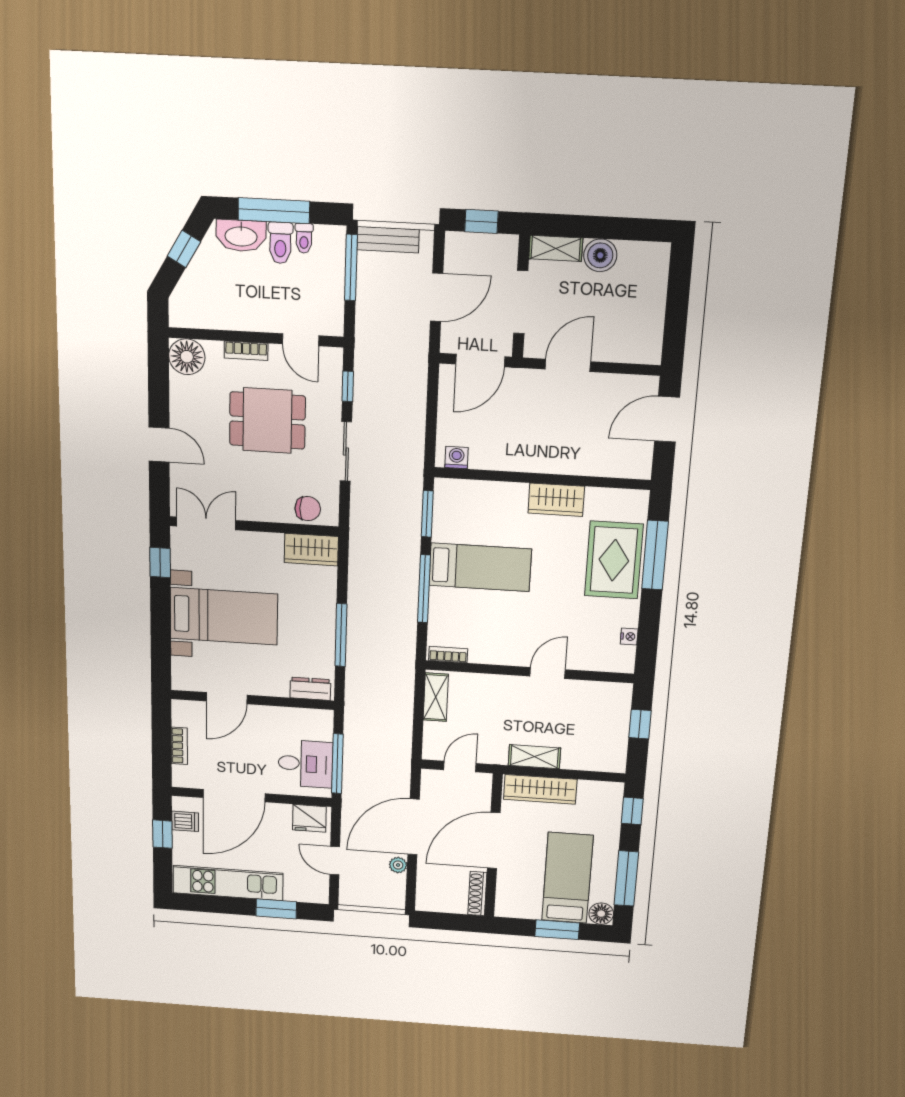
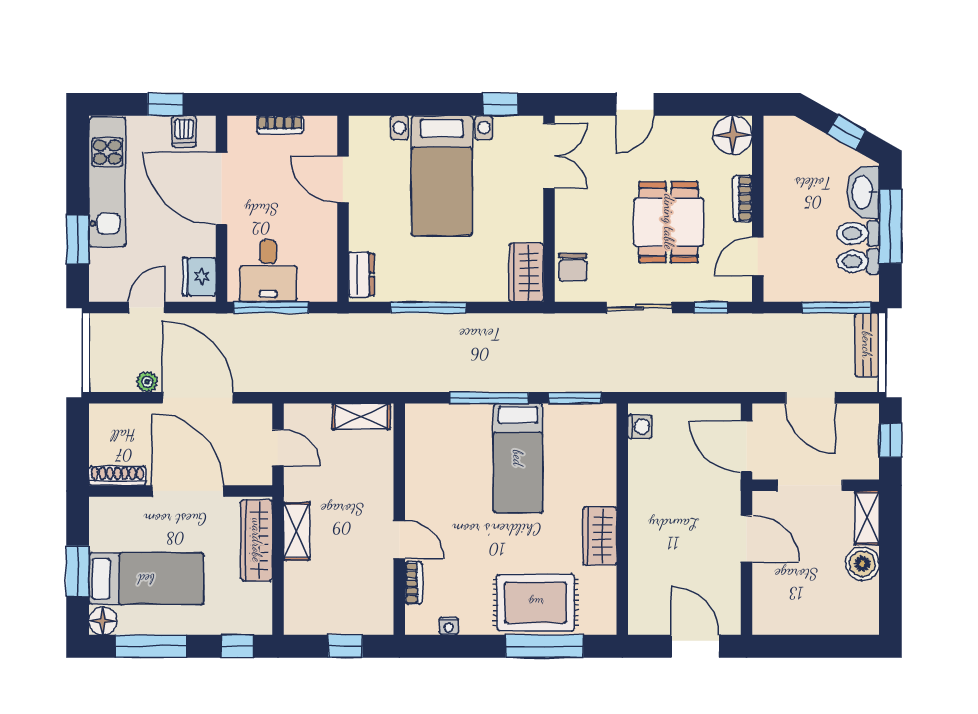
toilet: (304, 238) -> (858, 261), width x1.37, depth x1.39
bookcase: (448, 655) -> (414, 583), moved

